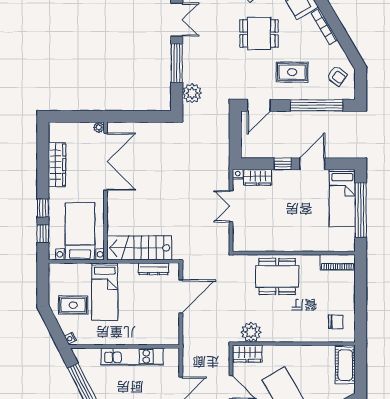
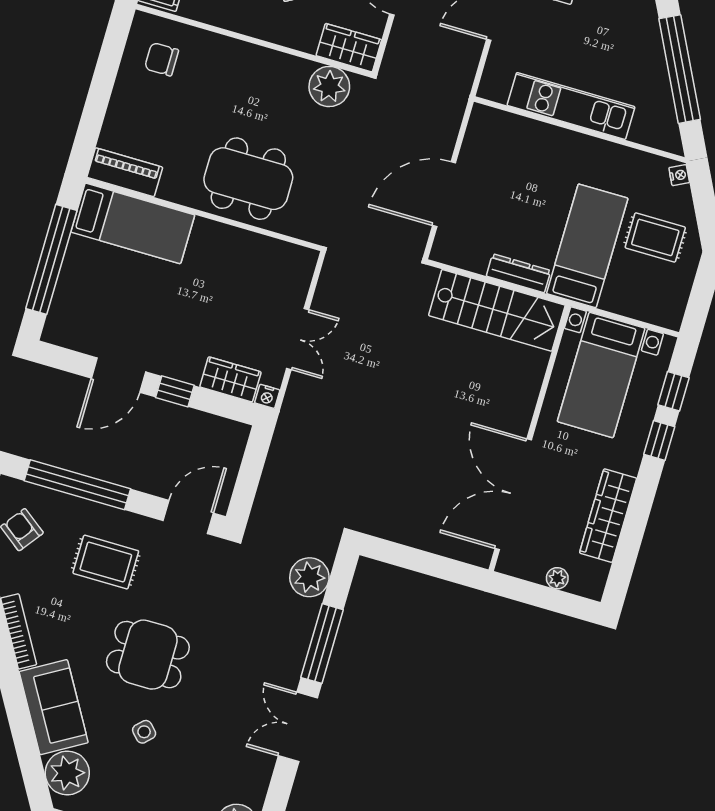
plant: (99, 127) -> (557, 578), moved
bed: (342, 198) -> (133, 223), moved, turned 90
dresser: (154, 269) -> (519, 273), moved

